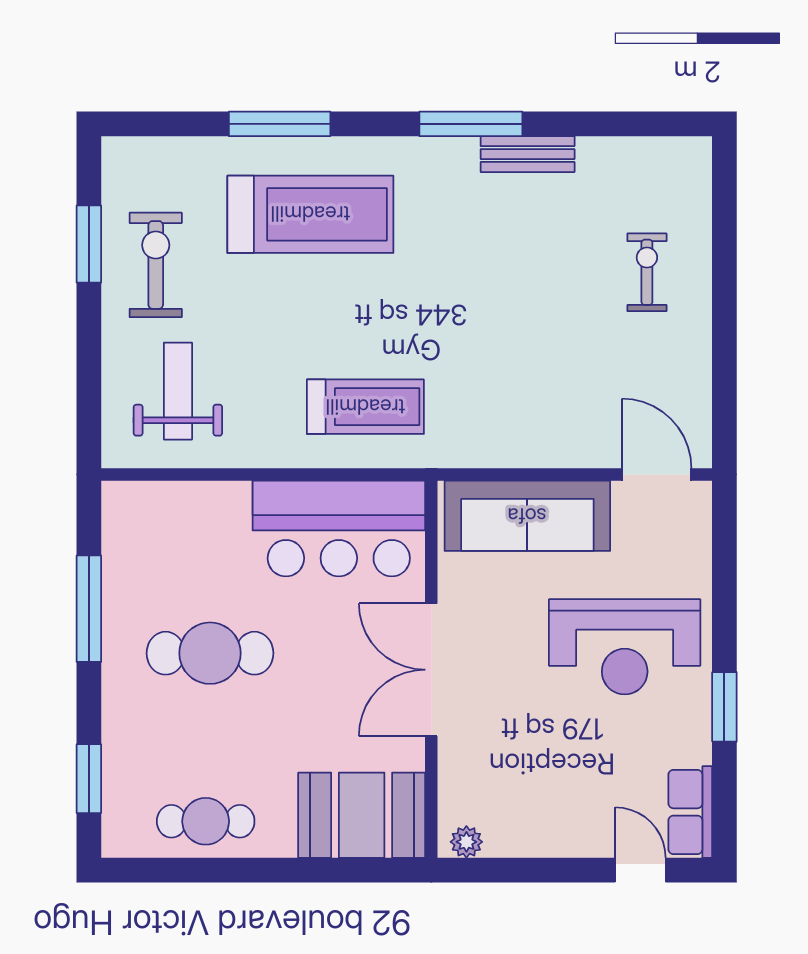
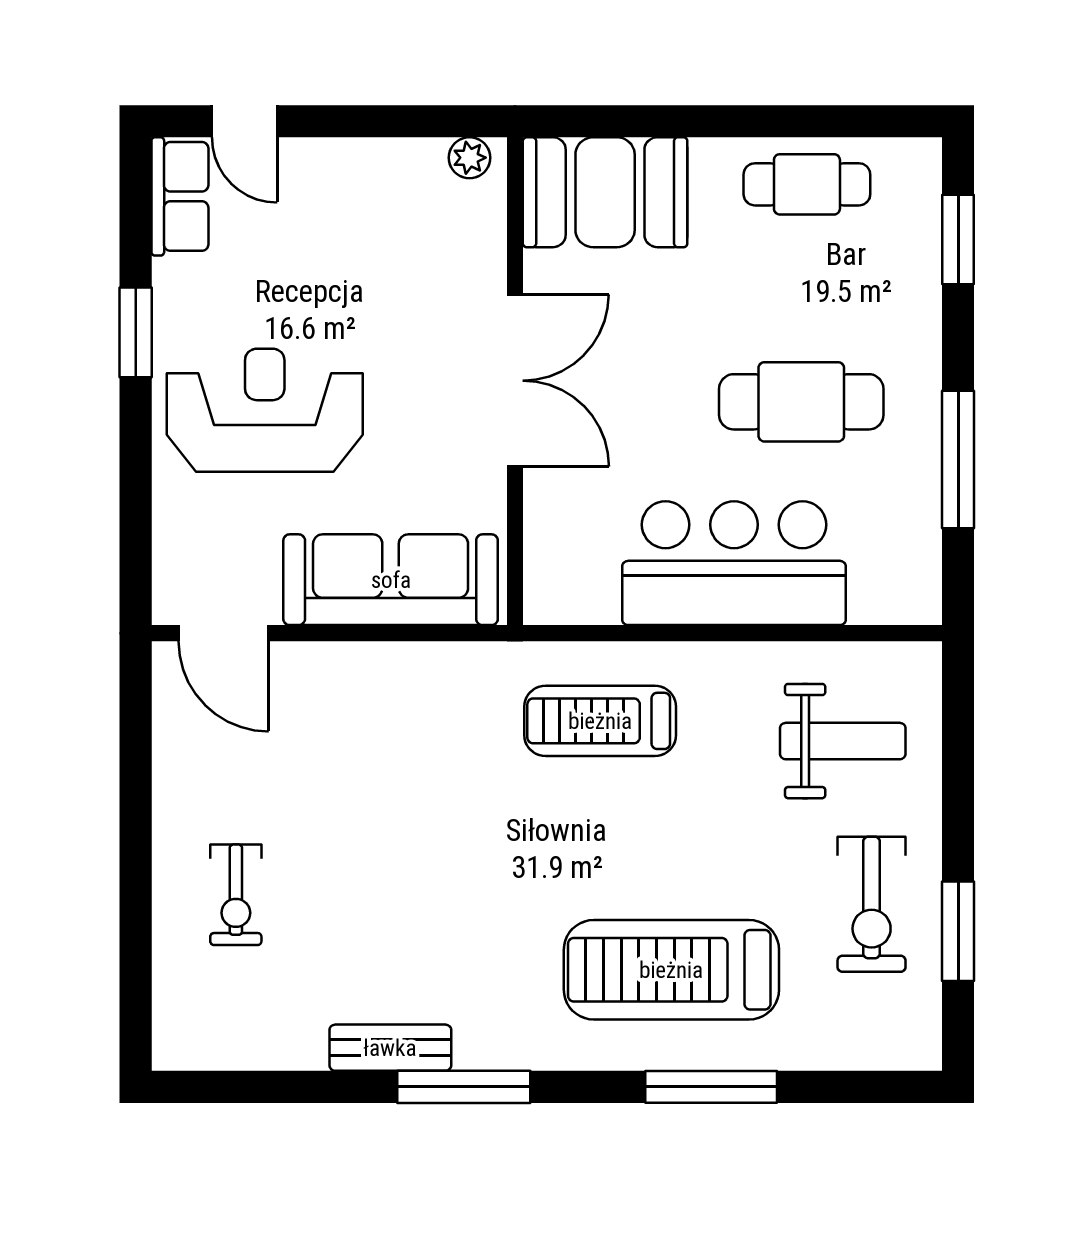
weight bench: (178, 391) -> (843, 741), turned -90
bar counter: (339, 529) -> (734, 563), moved

